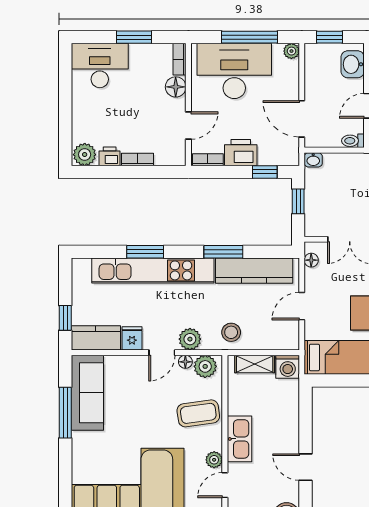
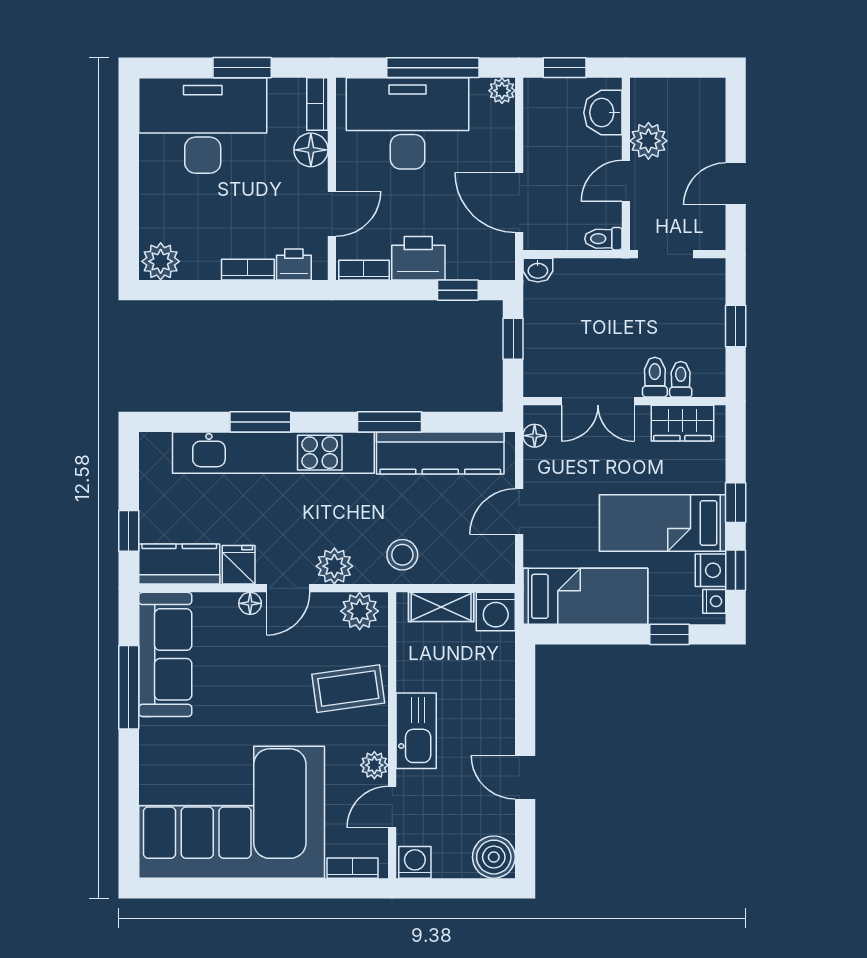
desk: (100, 65) -> (203, 126), width x1.36, depth x1.30
printer: (110, 156) -> (294, 265), moved
floor lamp: (185, 362) -> (250, 603), moved

